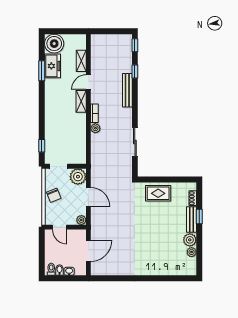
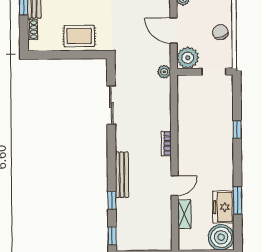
shelving: (81, 101) -> (184, 159), removed
plant: (95, 128) -> (164, 72), moved
window: (42, 146) -> (237, 129), moved

